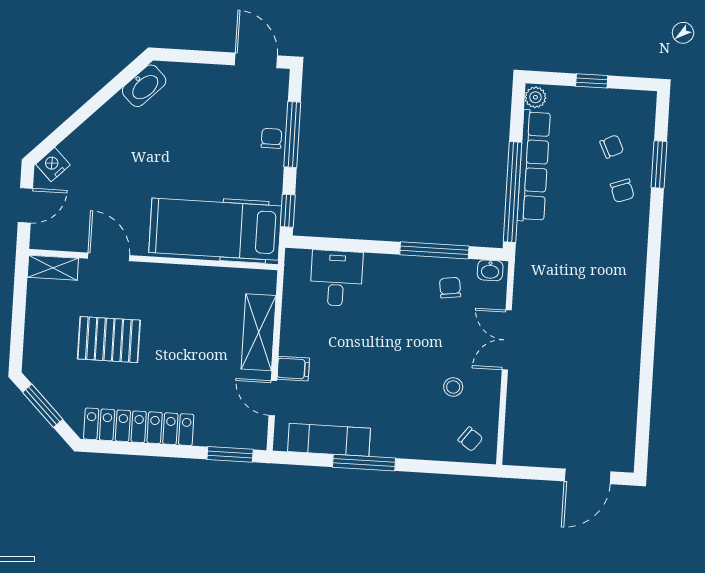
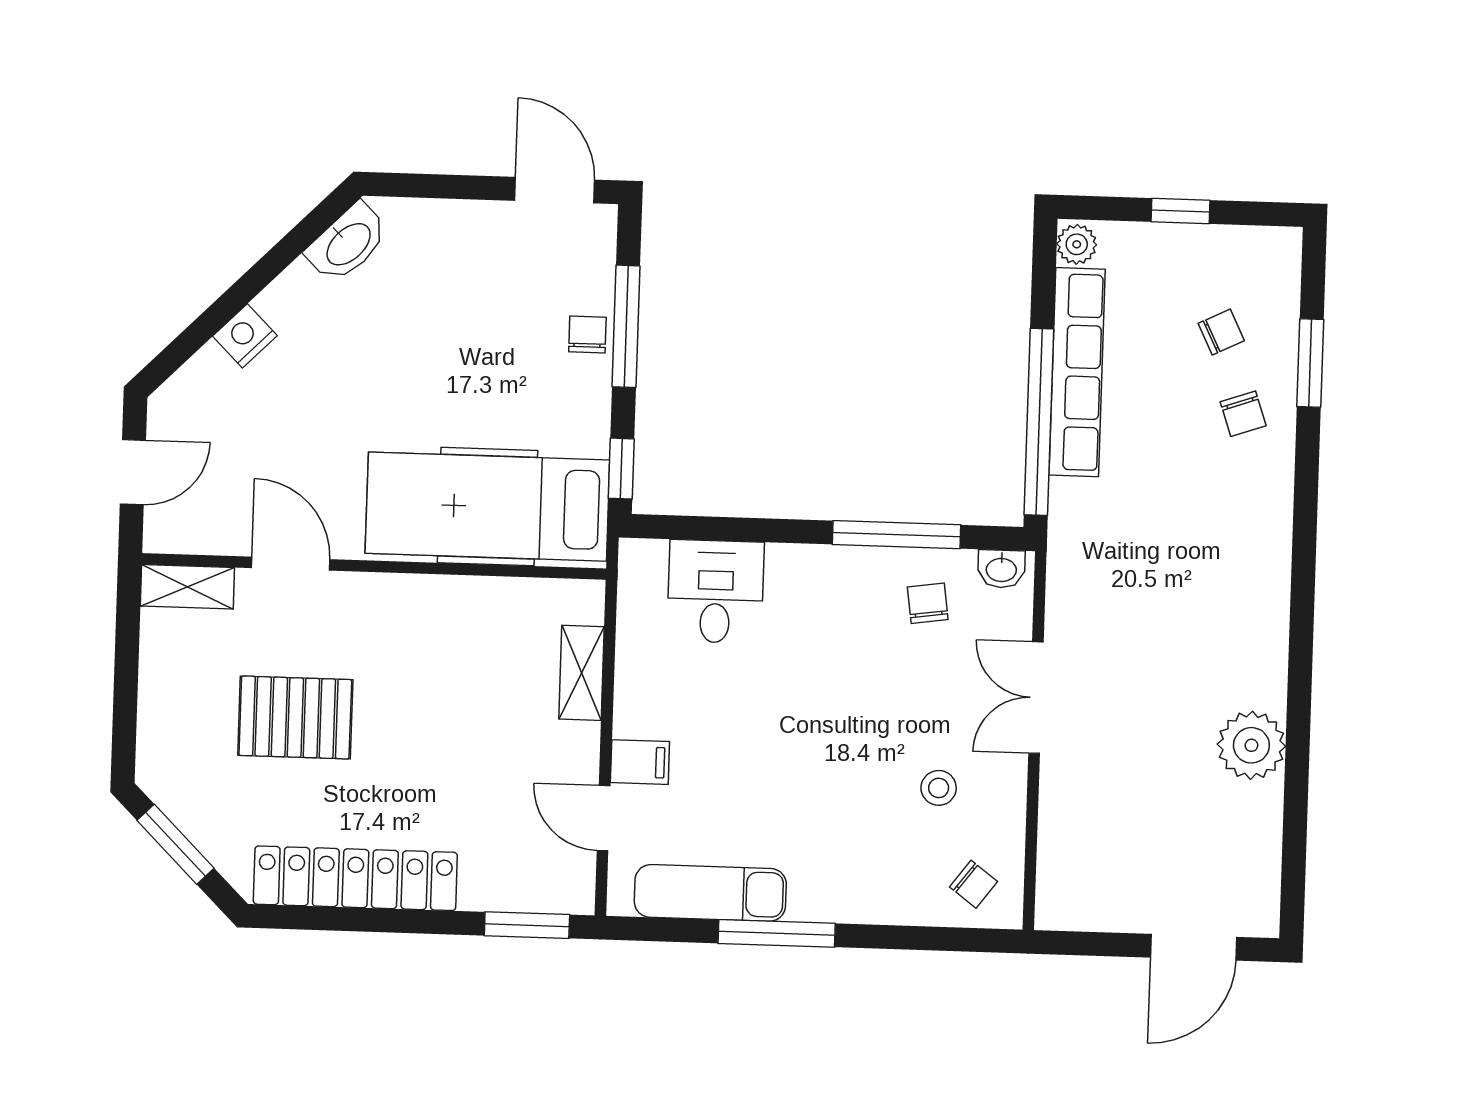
nightstand: (53, 165) -> (245, 336), moved
shelving: (259, 332) -> (582, 673), width x0.67, depth x0.75
plant: (622, 369) -> (1251, 745), added

